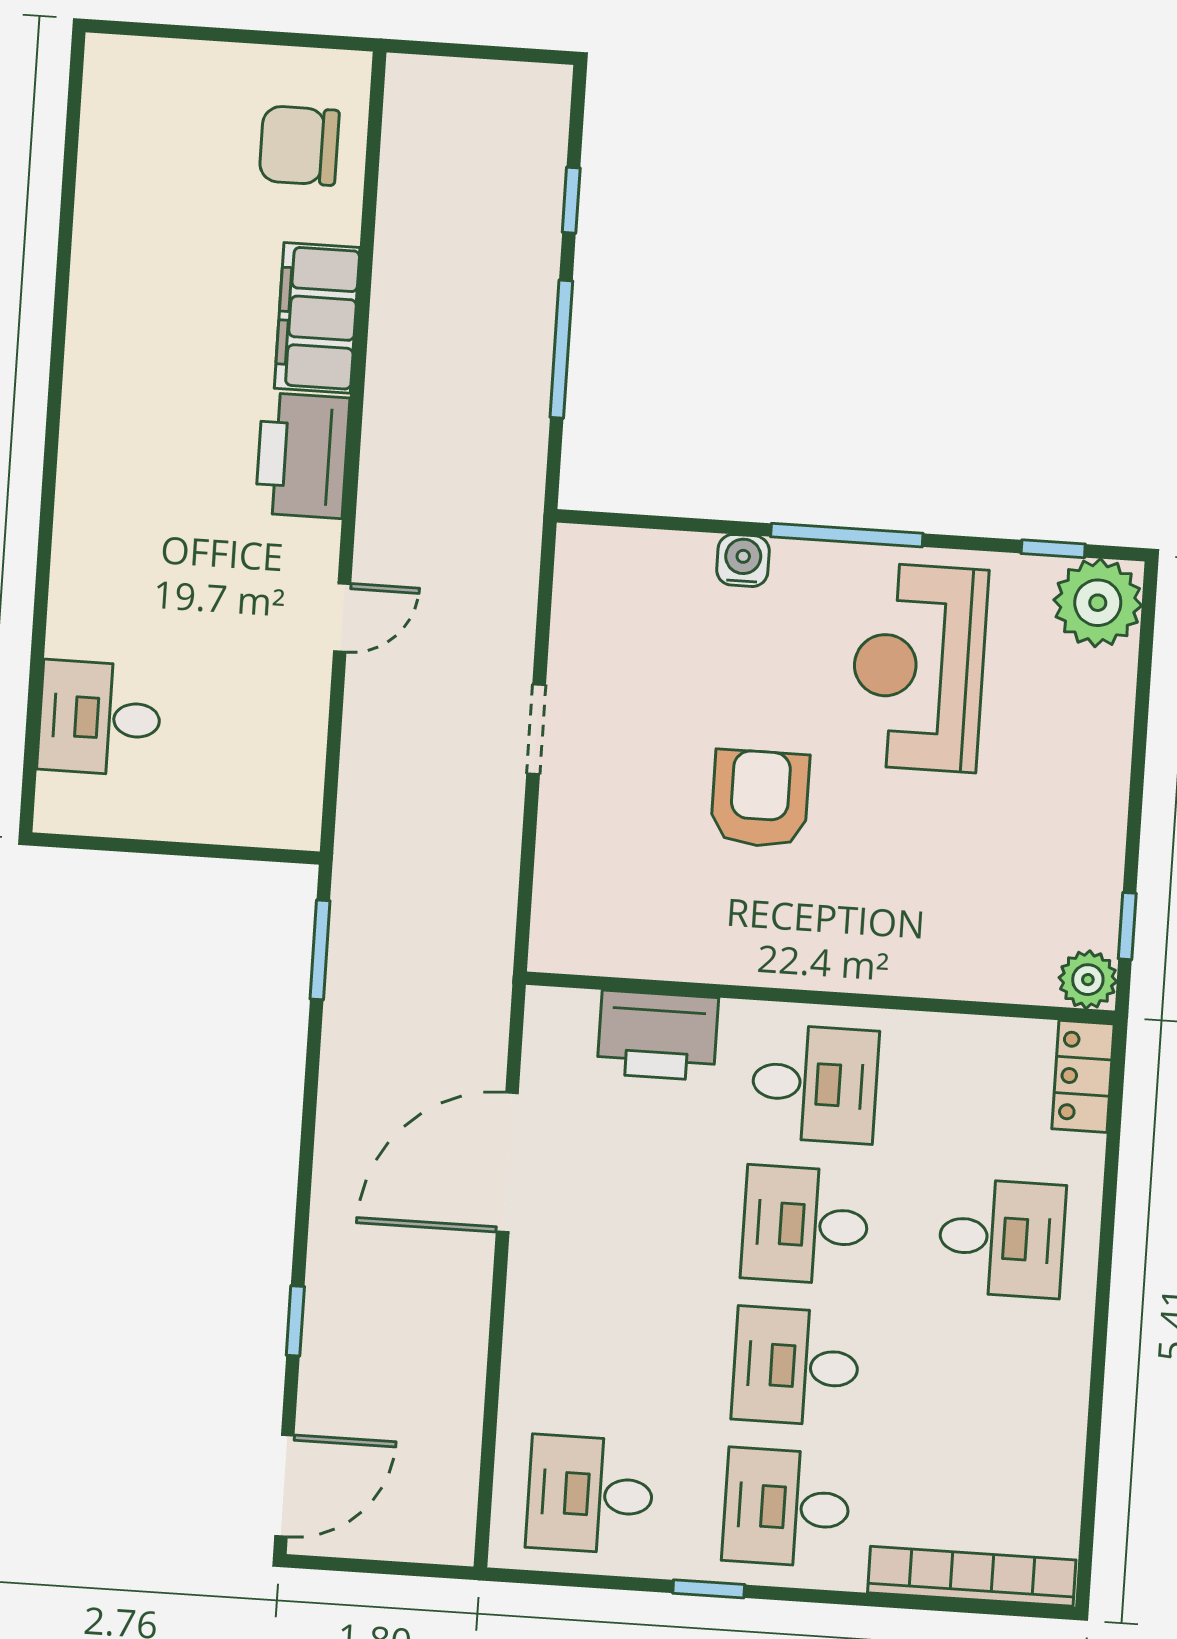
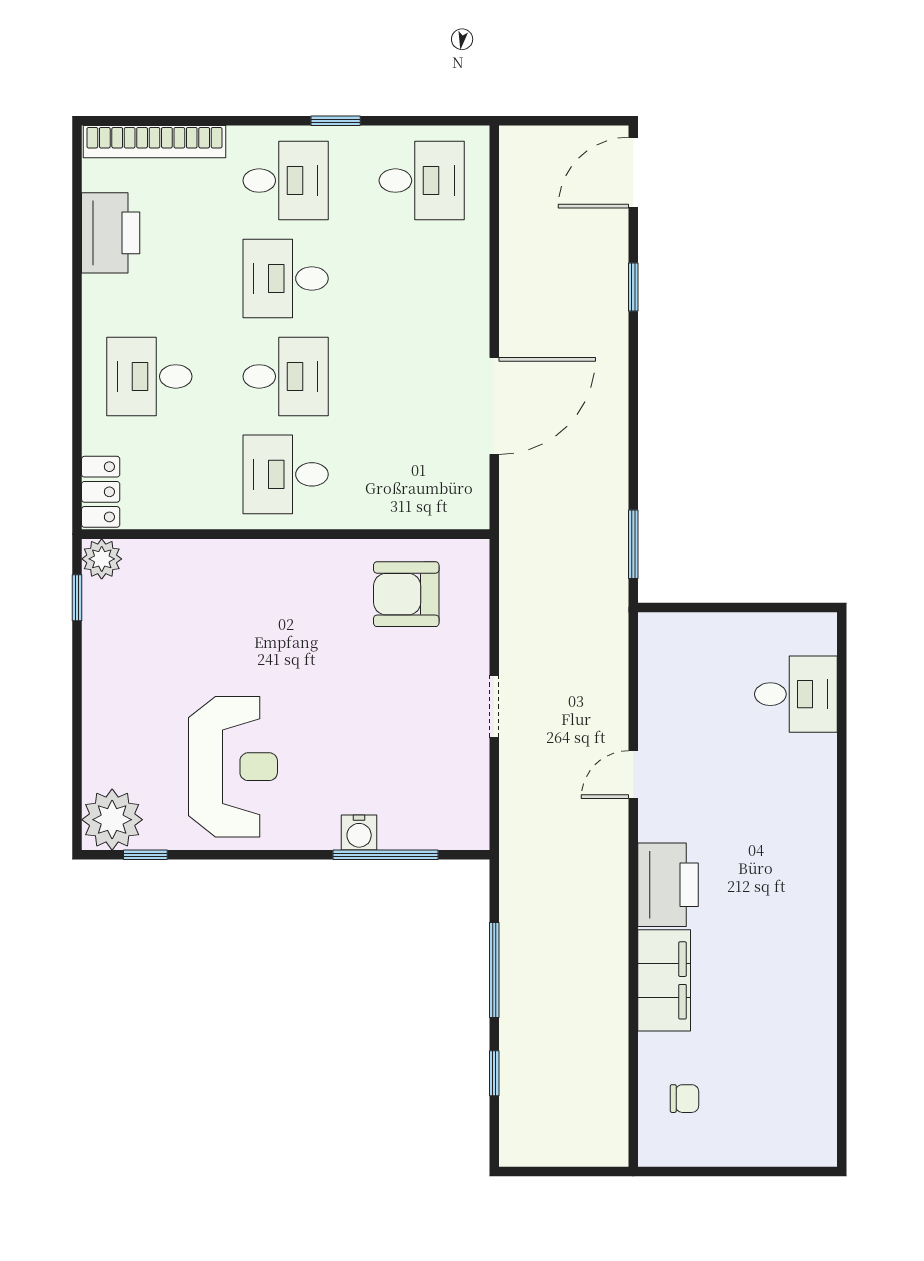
chair: (299, 146) -> (685, 1099), width x0.54, depth x0.54
window: (847, 535) -> (385, 855), moved
armchair: (760, 799) -> (406, 594), moved, turned 90
printer: (658, 1036) -> (111, 233), moved, turned 90
desk: (796, 1366) -> (286, 279), turned 180

